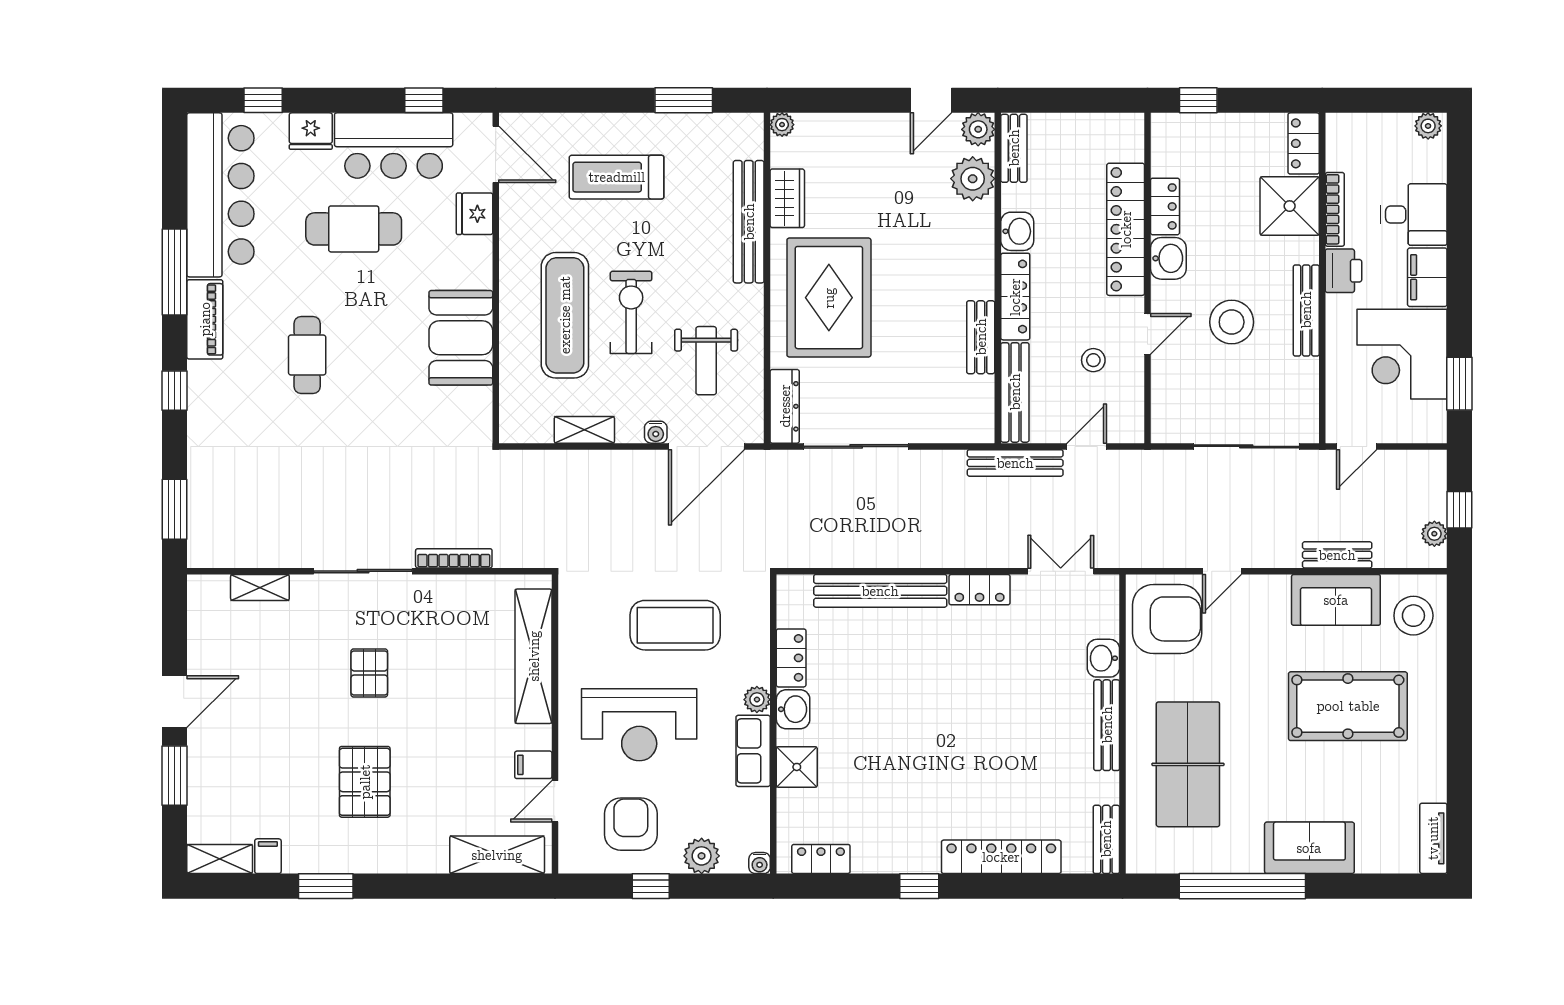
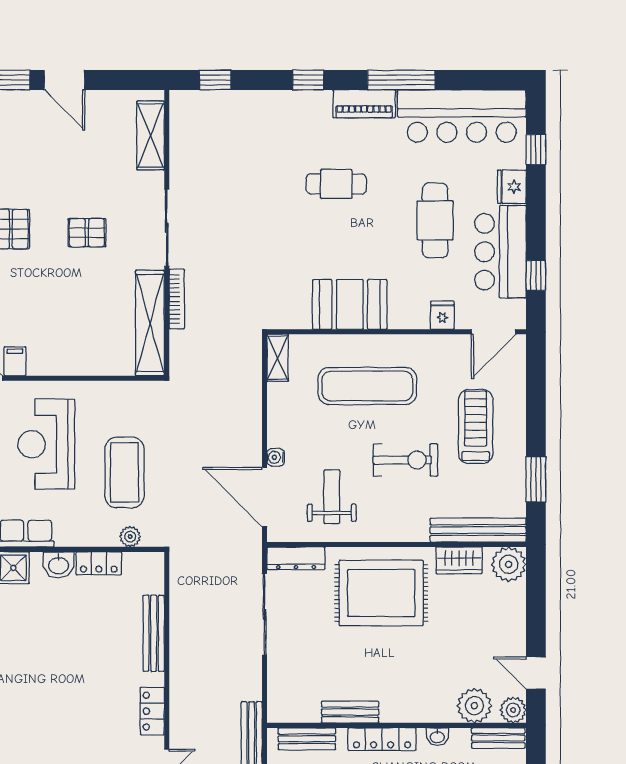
plant: (782, 125) -> (509, 564), width x1.88, depth x1.88
fridge: (475, 214) -> (442, 315), width x0.72
bench: (749, 222) -> (478, 530), moved
washbasin: (1017, 231) -> (437, 737), width x0.72, depth x0.69
exercise bike: (631, 312) -> (405, 460), moved
weight bench: (706, 361) -> (332, 497), turned 90
bench: (1015, 392) -> (307, 739), width x0.73
shelving: (584, 430) -> (278, 358), moved
window: (175, 509) -> (215, 80), width x0.67
shelving: (260, 587) -> (151, 136), width x1.50, depth x1.33
bench: (880, 591) -> (154, 633), width x0.73, depth x0.82
shelving: (534, 656) -> (150, 323), moved, turned 90
plant: (757, 700) -> (130, 537), moved

